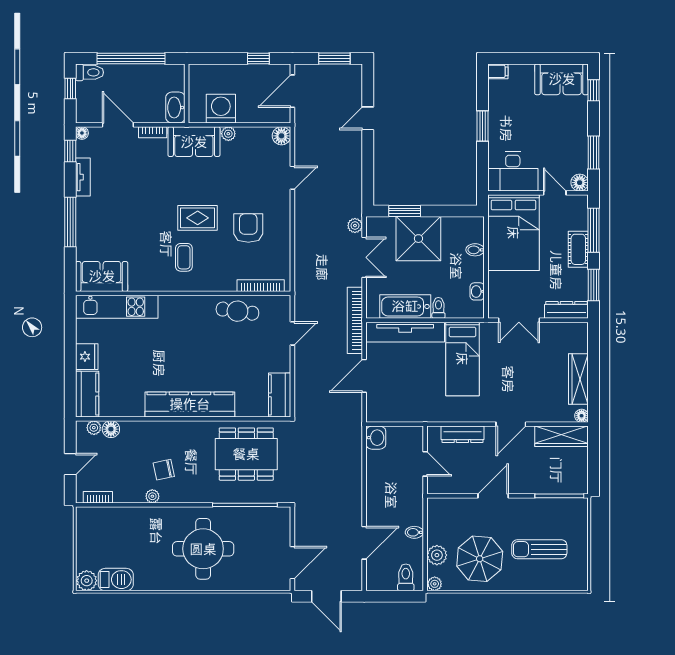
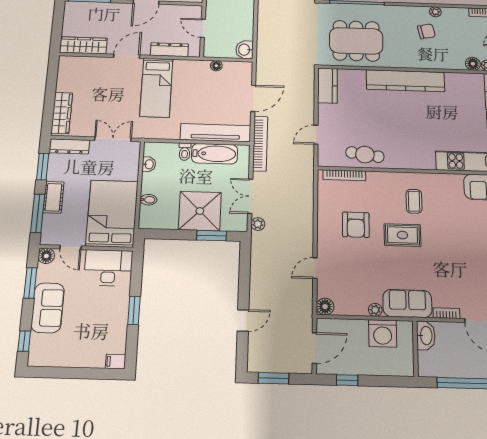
sofa: (562, 79) -> (48, 308), moved, turned 90
bed: (462, 359) -> (156, 88), moved, turned 180
wardrobe: (578, 379) -> (62, 113), moved
floor lamp: (582, 416) -> (216, 66), moved

